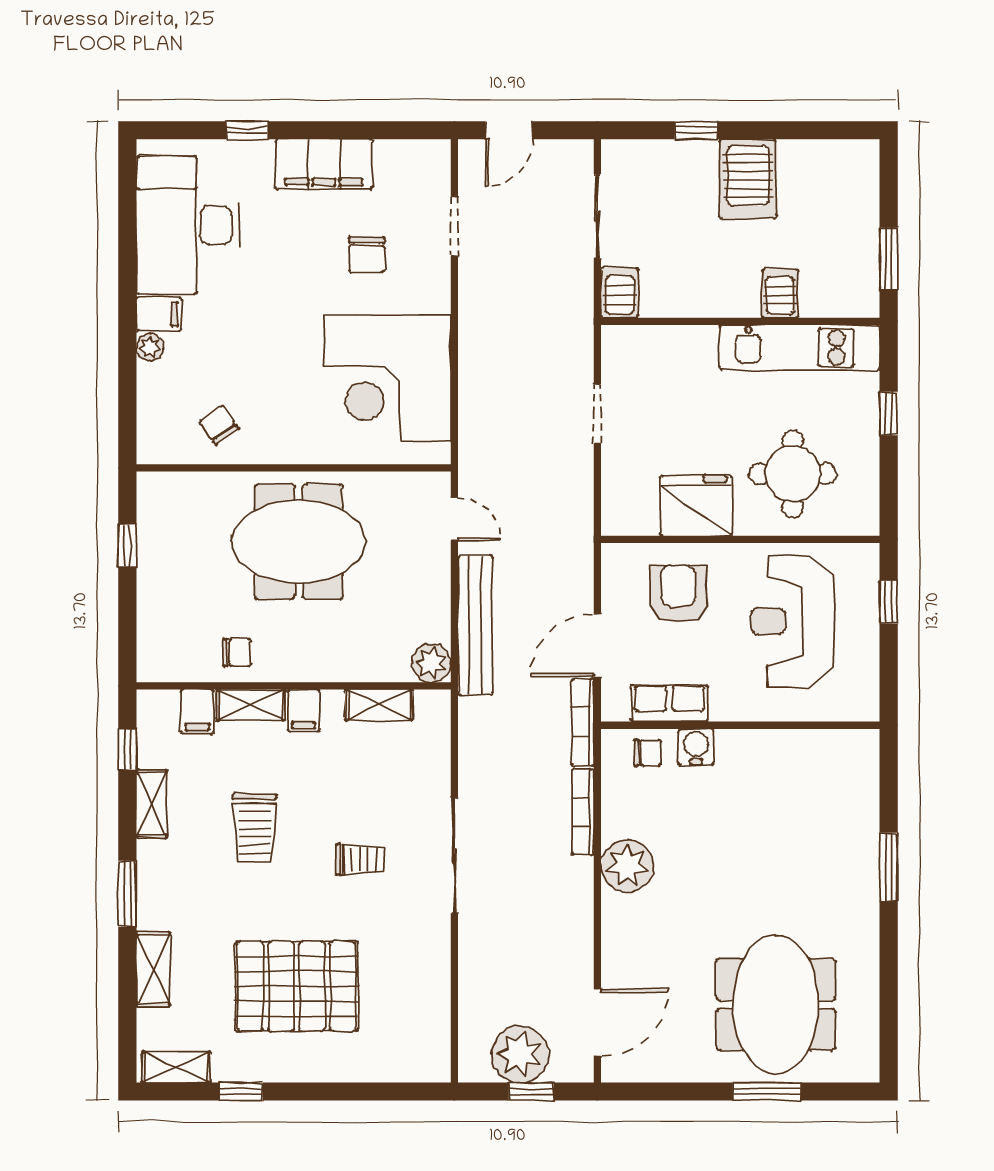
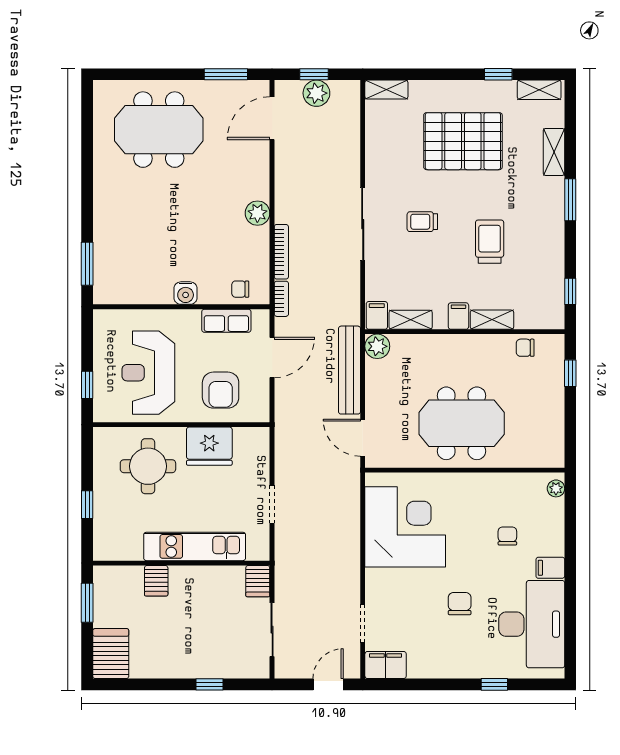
filing cabinet: (324, 164) -> (386, 665), moved, width x0.67, depth x0.86
server rack: (748, 179) -> (111, 654), moved
chair: (367, 255) -> (460, 604), moved
plant: (150, 347) -> (556, 488), moved
kitchen unit: (800, 348) -> (195, 546), moved
chair: (219, 425) -> (507, 536), moved, turned -144
door: (454, 519) -> (363, 438), width x1.38
window: (127, 545) -> (570, 373), moved
reception desk: (792, 621) -> (148, 373), turned 180
chair: (237, 653) -> (525, 348), moved
filing cabinet: (197, 712) -> (377, 315), moved
bookcase: (583, 722) -> (281, 299), width x0.64
water cooler: (696, 747) -> (186, 293), moved
shelving: (152, 804) -> (386, 90), moved, turned 90
plant: (627, 866) -> (257, 213), width x0.73, depth x0.73
window: (889, 867) -> (87, 264), moved
meeting table: (776, 1004) -> (159, 130), turned 90
plant: (520, 1054) -> (316, 93), width x0.73, depth x0.73
window: (767, 1092) -> (226, 74), moved

